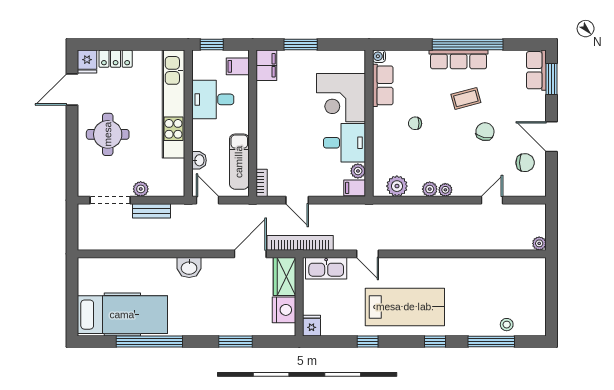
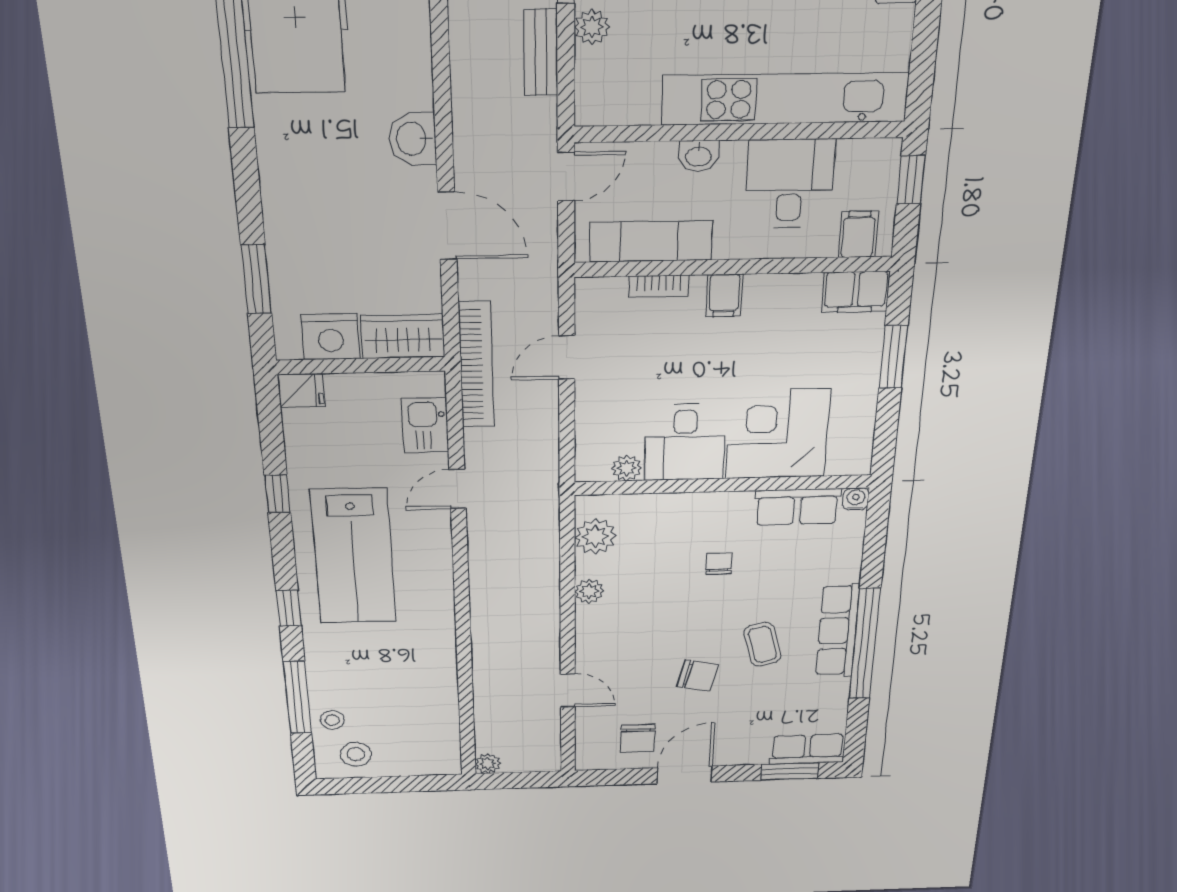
washbasin: (199, 160) -> (698, 156), moved
bookcase: (262, 183) -> (659, 286), moved
filing cabinet: (355, 188) -> (724, 295), moved, turned 180
plant: (445, 190) -> (588, 617), removed
door: (250, 254) -> (447, 226), moved
kitchen sink: (326, 268) -> (425, 425), width x0.73
stool: (530, 314) -> (356, 754), added
window: (235, 342) -> (256, 279), moved

